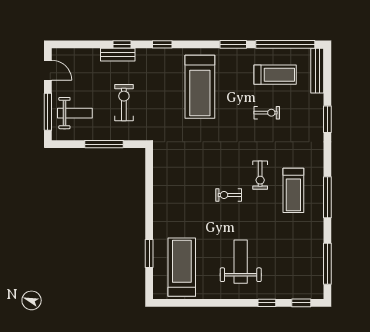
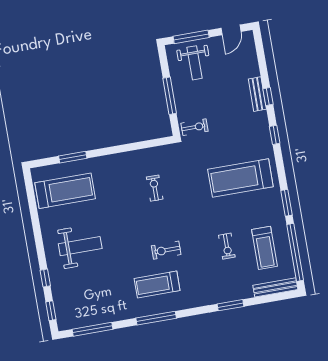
exercise bike: (124, 103) -> (194, 127), moved, width x0.73, depth x0.72
exercise bike: (229, 195) -> (155, 188), moved

